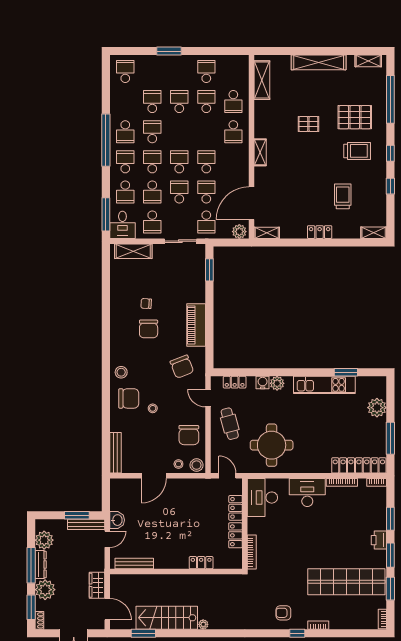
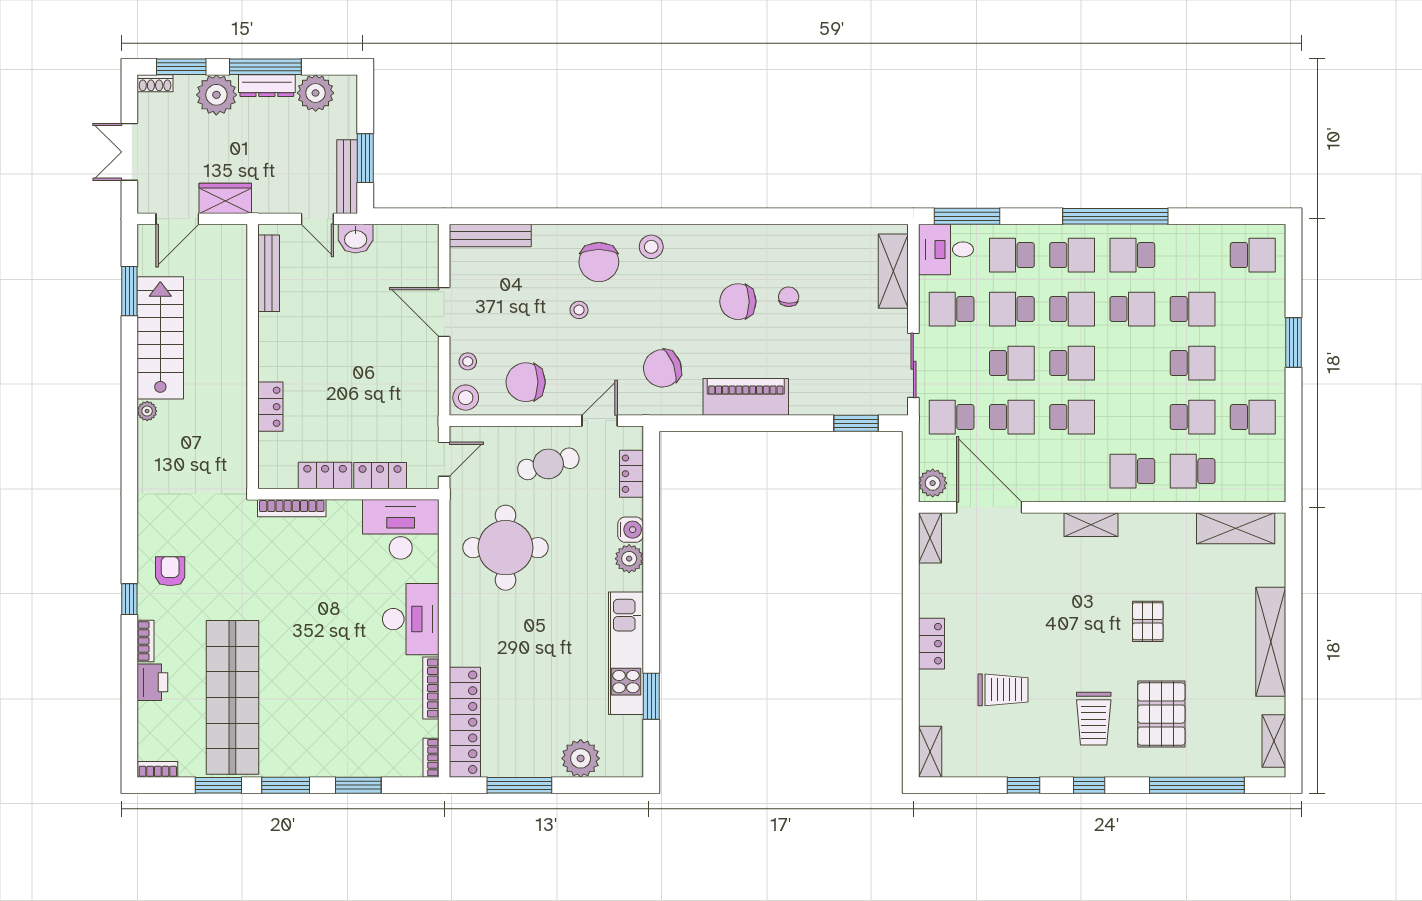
printer: (379, 540) -> (152, 682), moved, turned 90

